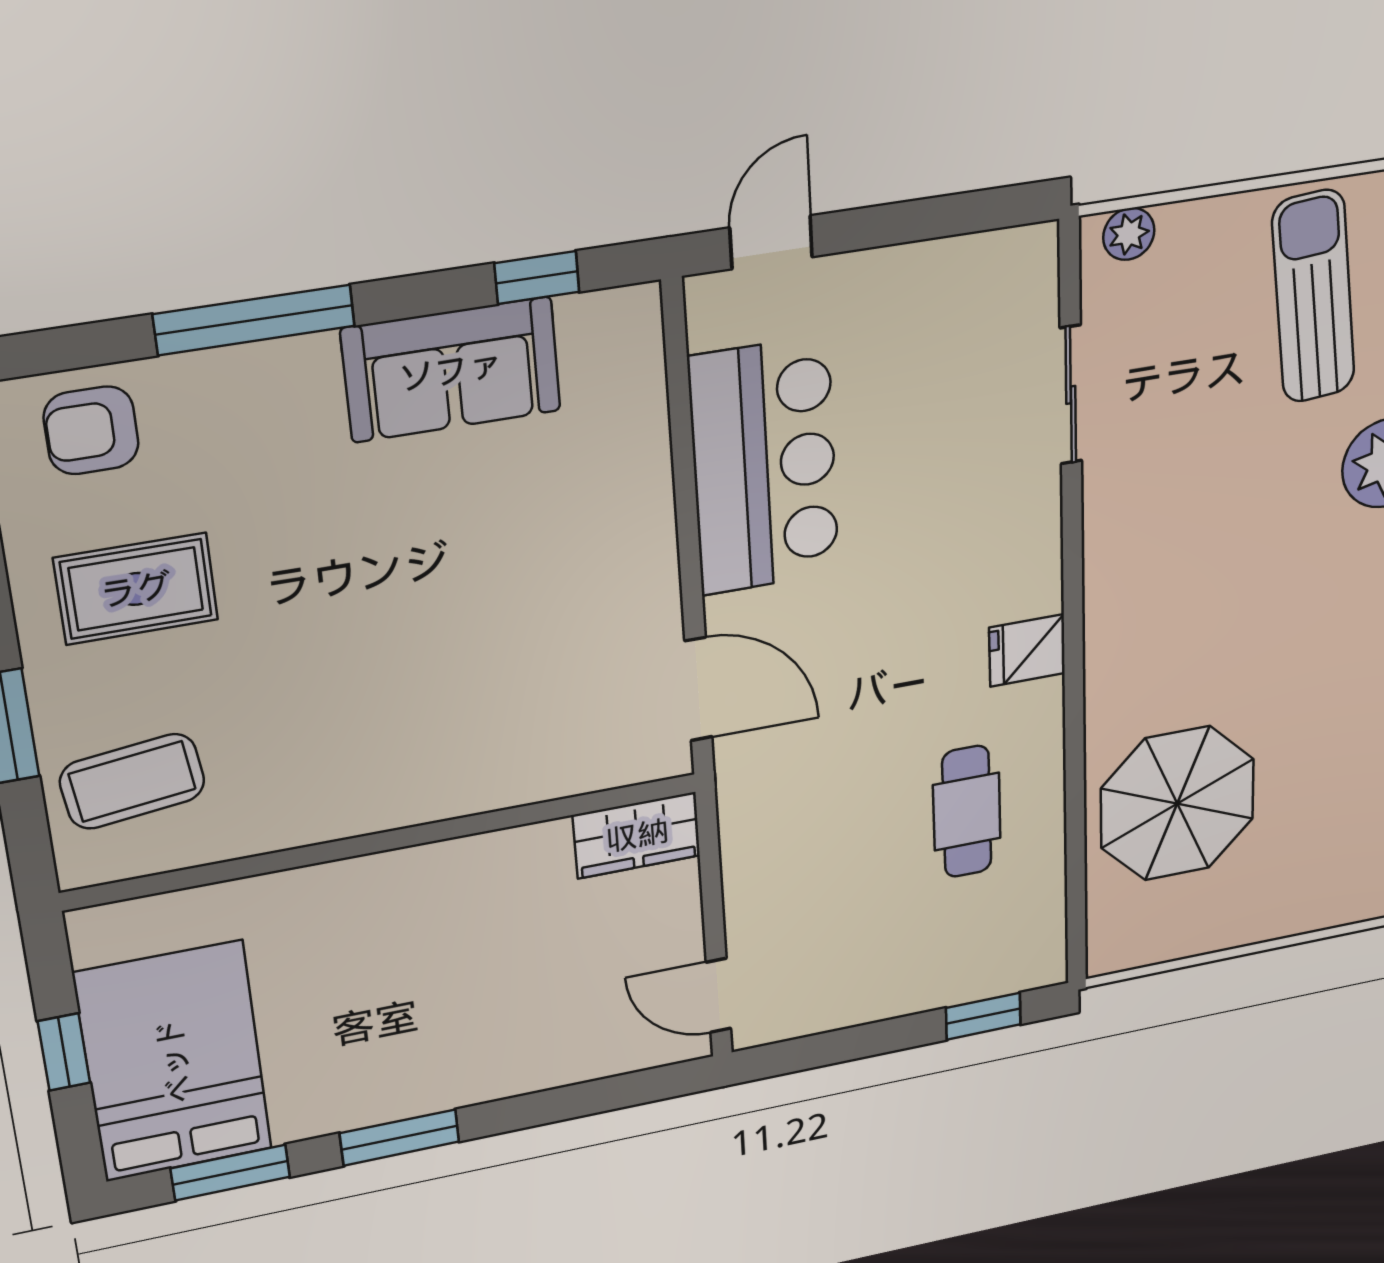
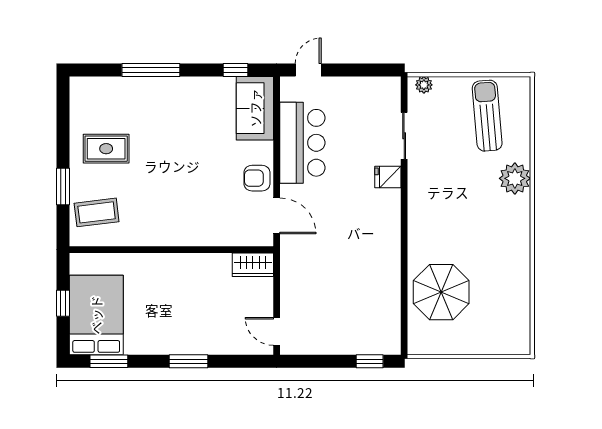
sofa: (451, 370) -> (255, 108), moved, turned 90
armchair: (91, 430) -> (257, 178), moved
fridge: (1027, 650) -> (388, 177), moved
cafe table: (967, 812) -> (366, 279), removed
window: (400, 1137) -> (188, 361), moved

